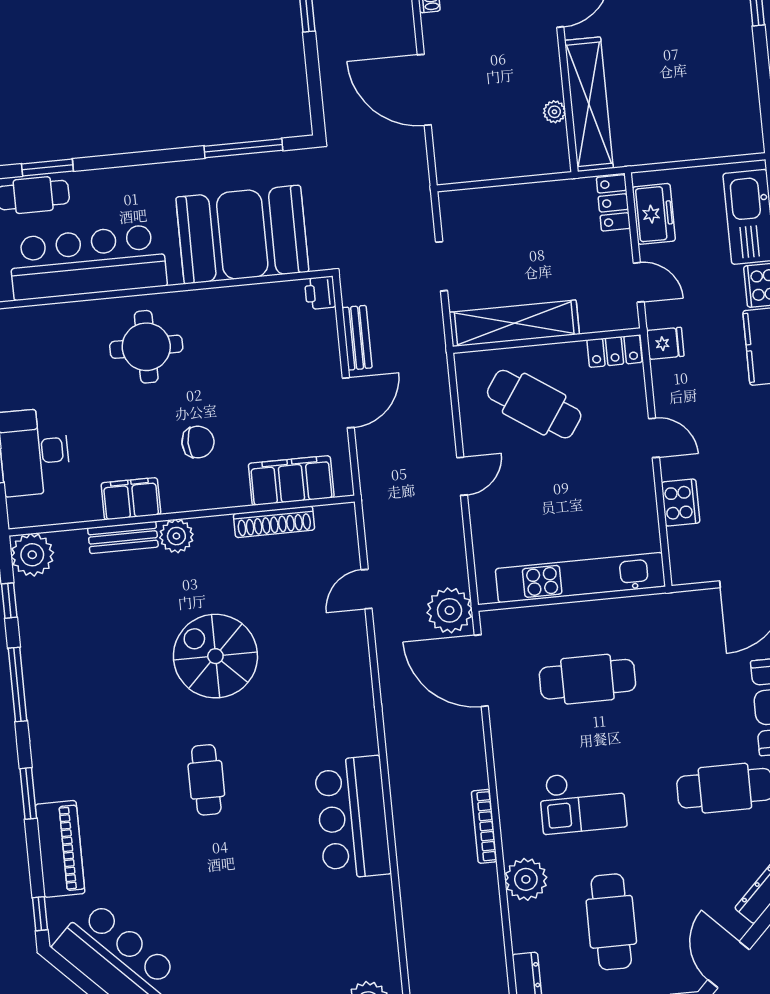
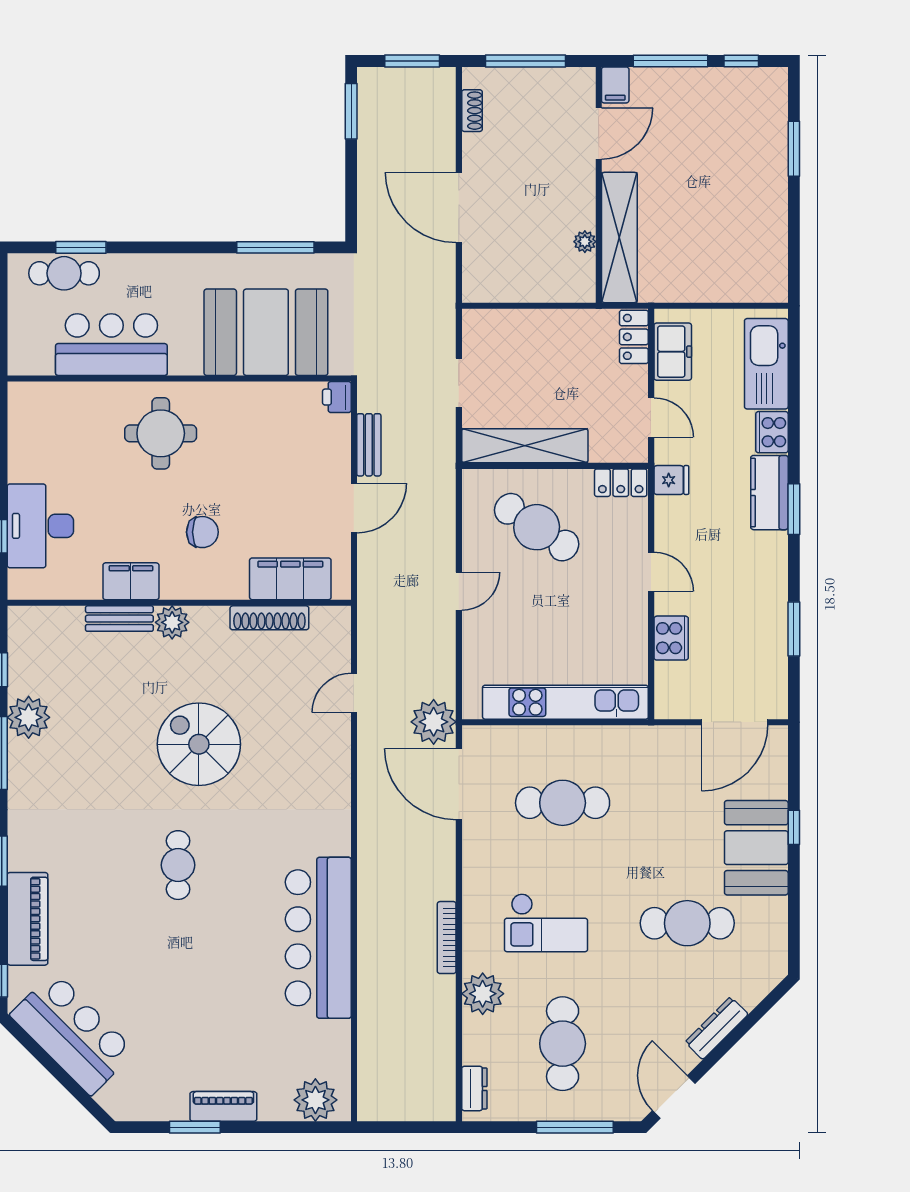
bar counter: (88, 262) -> (111, 345), width x0.73
plant: (32, 555) -> (29, 717), moved
bar counter: (353, 818) -> (318, 938), width x1.36

